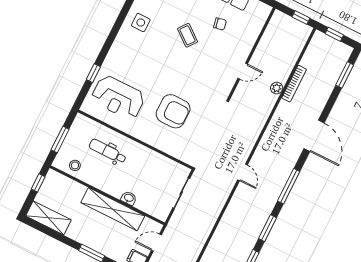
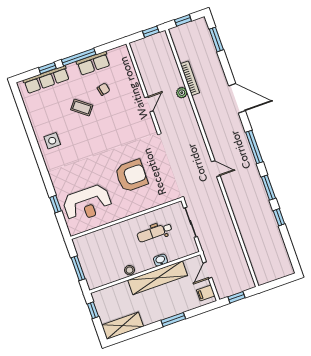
coffee table: (187, 35) -> (82, 108), moved
dental chair: (108, 151) -> (155, 232), moved
stool: (75, 165) -> (130, 270), moved

